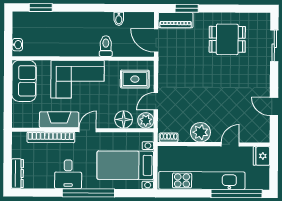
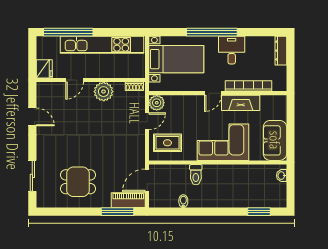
window: (187, 8) -> (118, 212), width x1.44
door: (156, 40) -> (147, 180), swing flipped
floor lamp: (124, 119) -> (178, 104), removed

